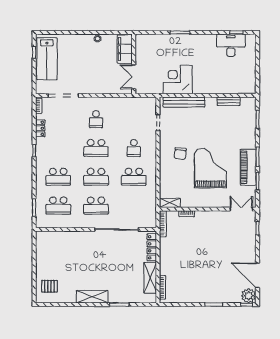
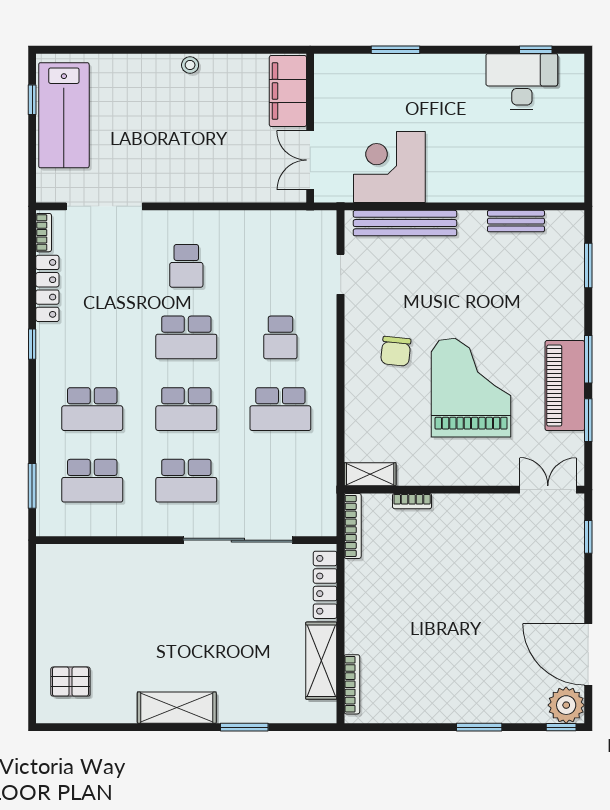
filing cabinet: (125, 49) -> (288, 91), moved
wall: (134, 64) -> (310, 128), moved
double door: (134, 77) -> (310, 160), moved
locker: (40, 128) -> (47, 288), width x1.53

